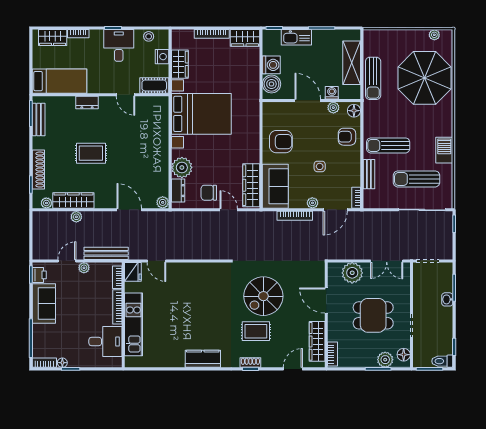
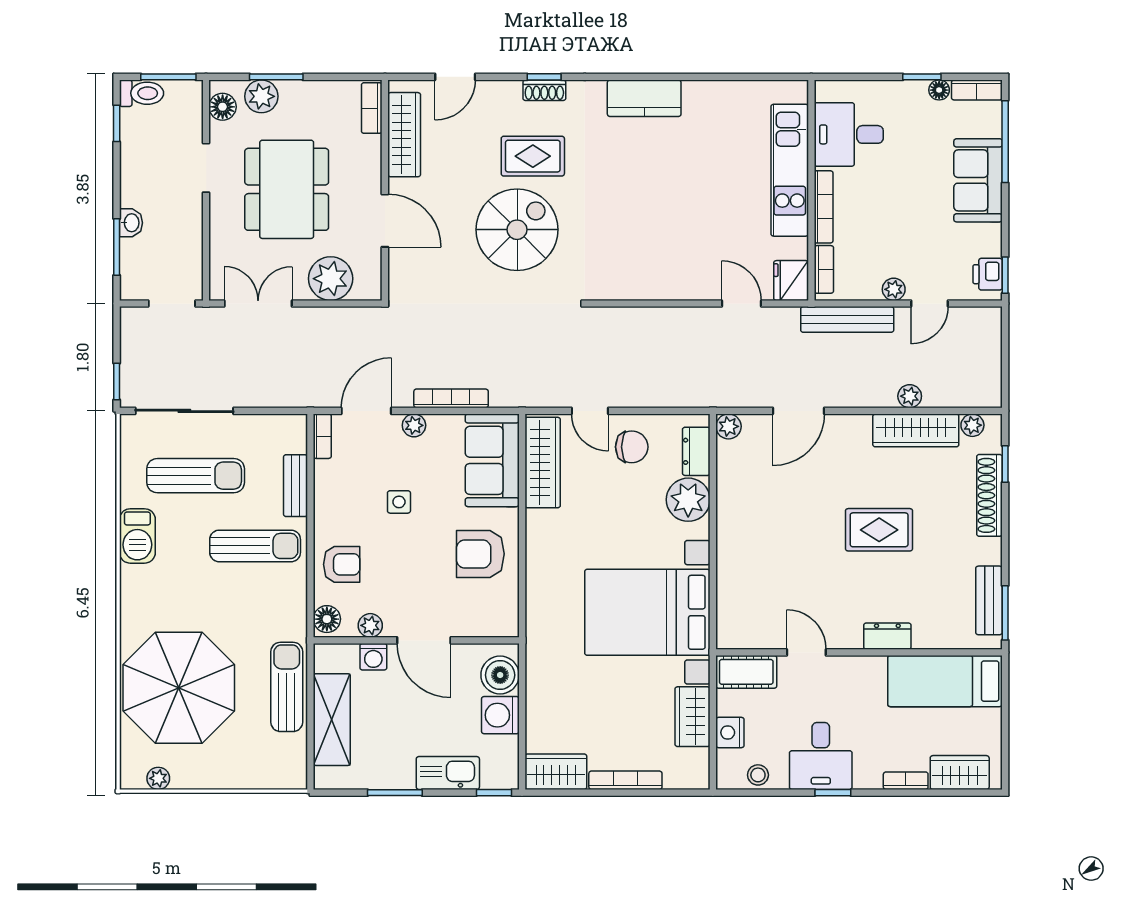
door: (129, 210) -> (799, 411), hinge flipped
sofa: (44, 304) -> (978, 180), moved
dining table: (373, 315) -> (287, 189), width x1.38

